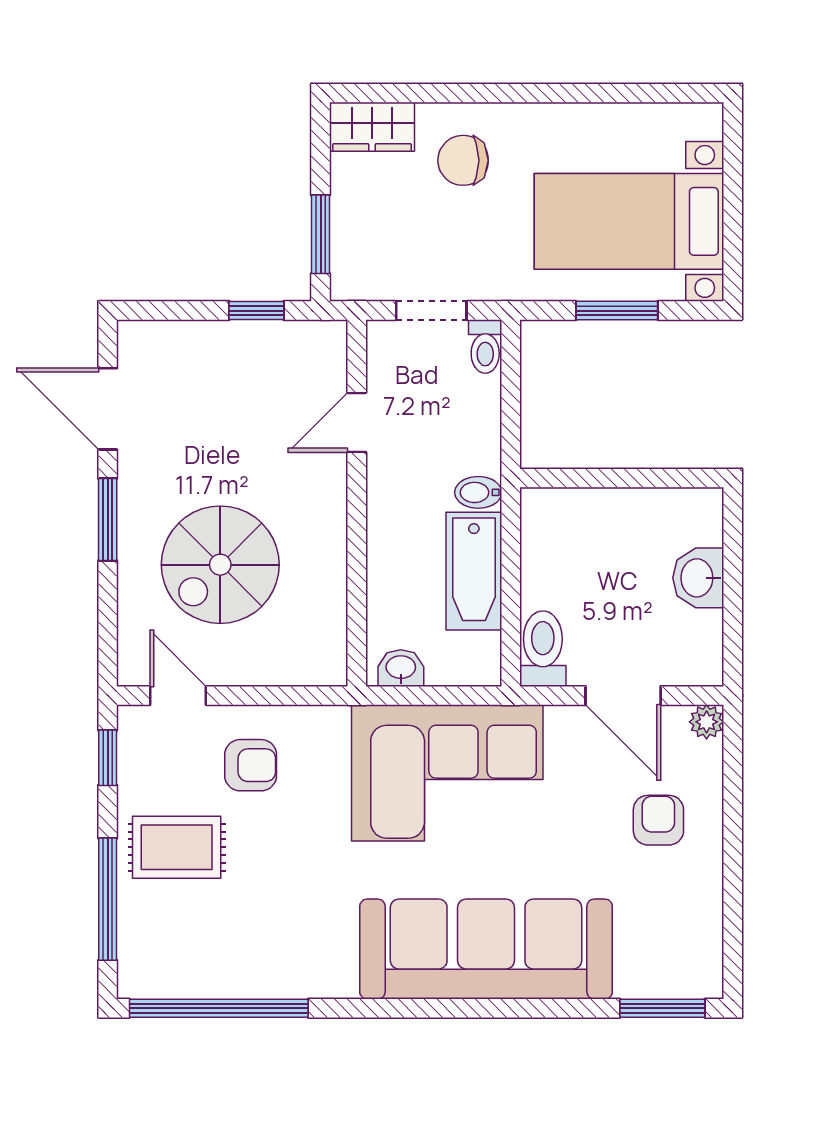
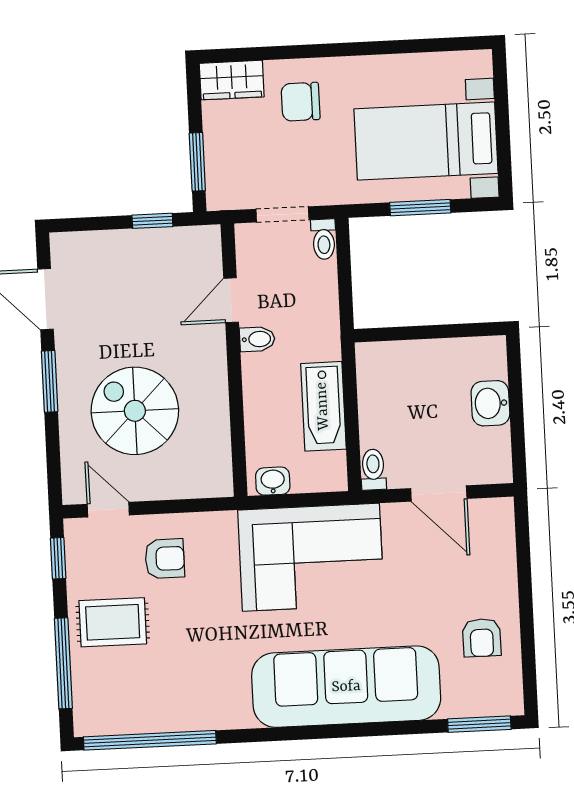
bidet: (478, 492) -> (257, 339), moved, turned 180
spiral stairs: (220, 565) -> (135, 411), turned 90
toilet: (543, 649) -> (373, 470), width x0.73, depth x0.72
plant: (707, 722) -> (502, 510), removed
armchair: (658, 820) -> (482, 638), moved, turned 180

